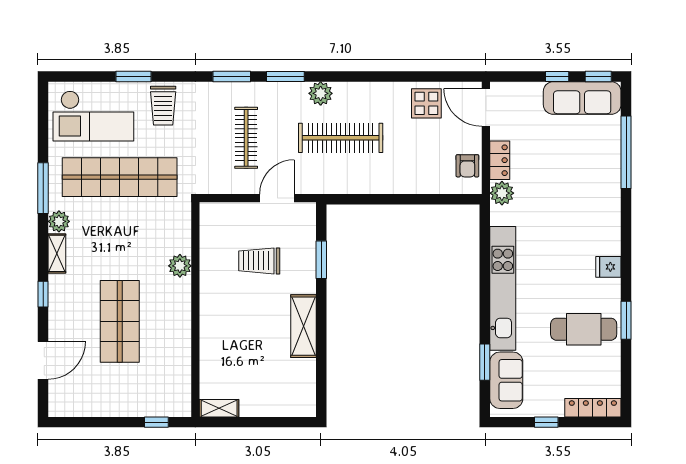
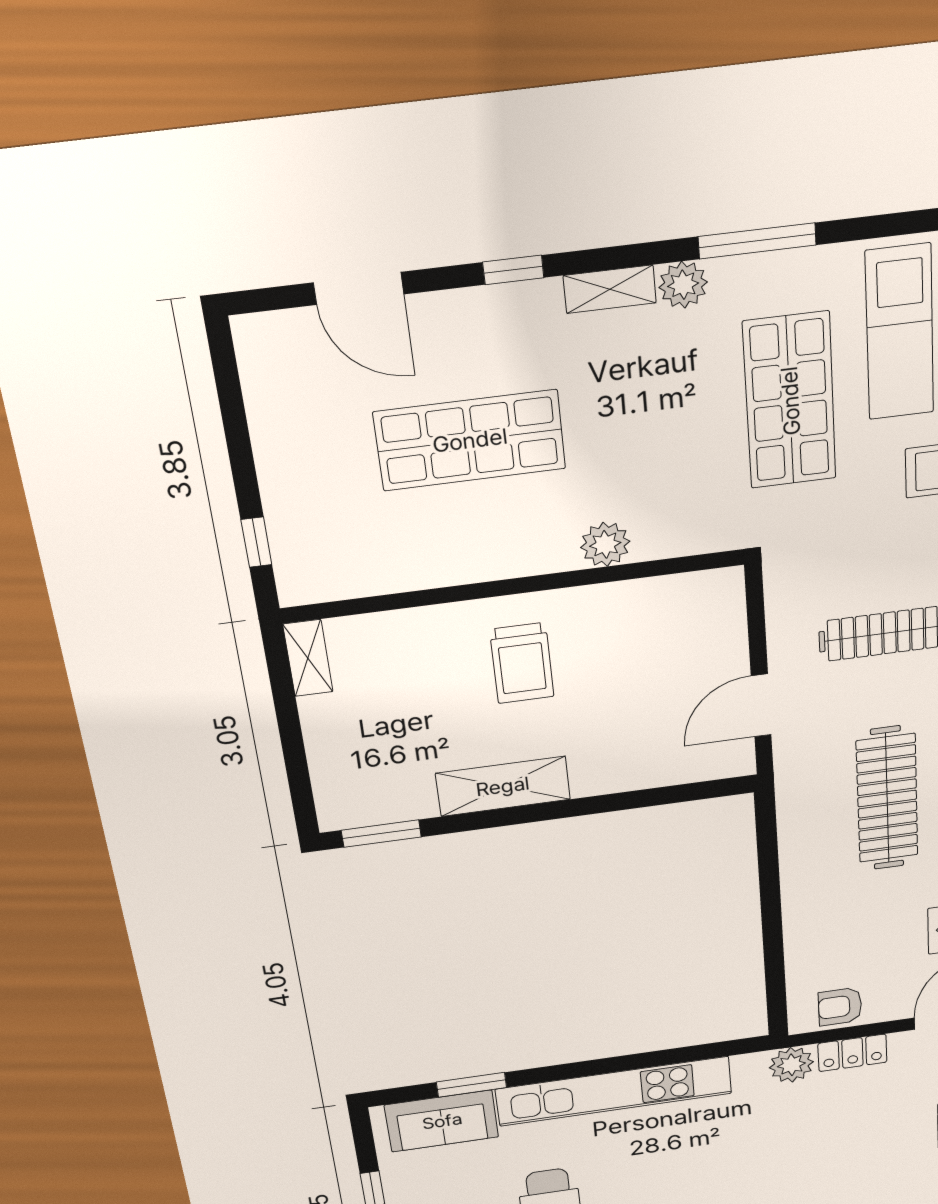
shop shelf: (120, 177) -> (790, 401), width x0.71
door: (277, 198) -> (761, 705), swing flipped
window: (321, 260) -> (381, 834), moved
trolley: (259, 261) -> (522, 663), moved, turned 180

